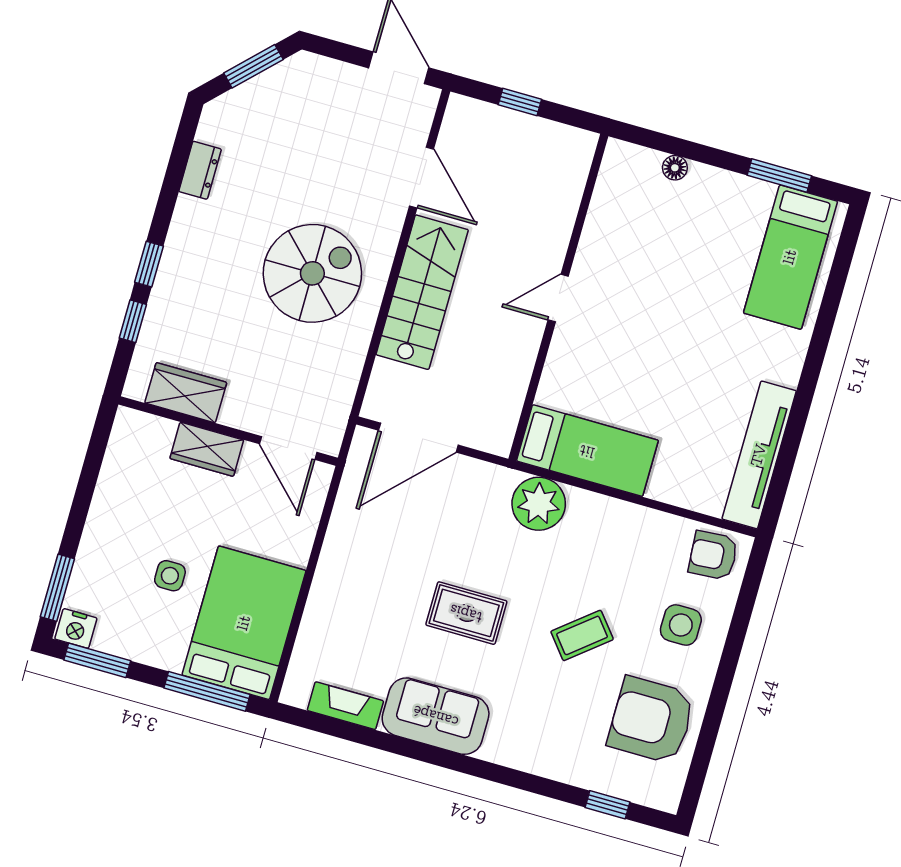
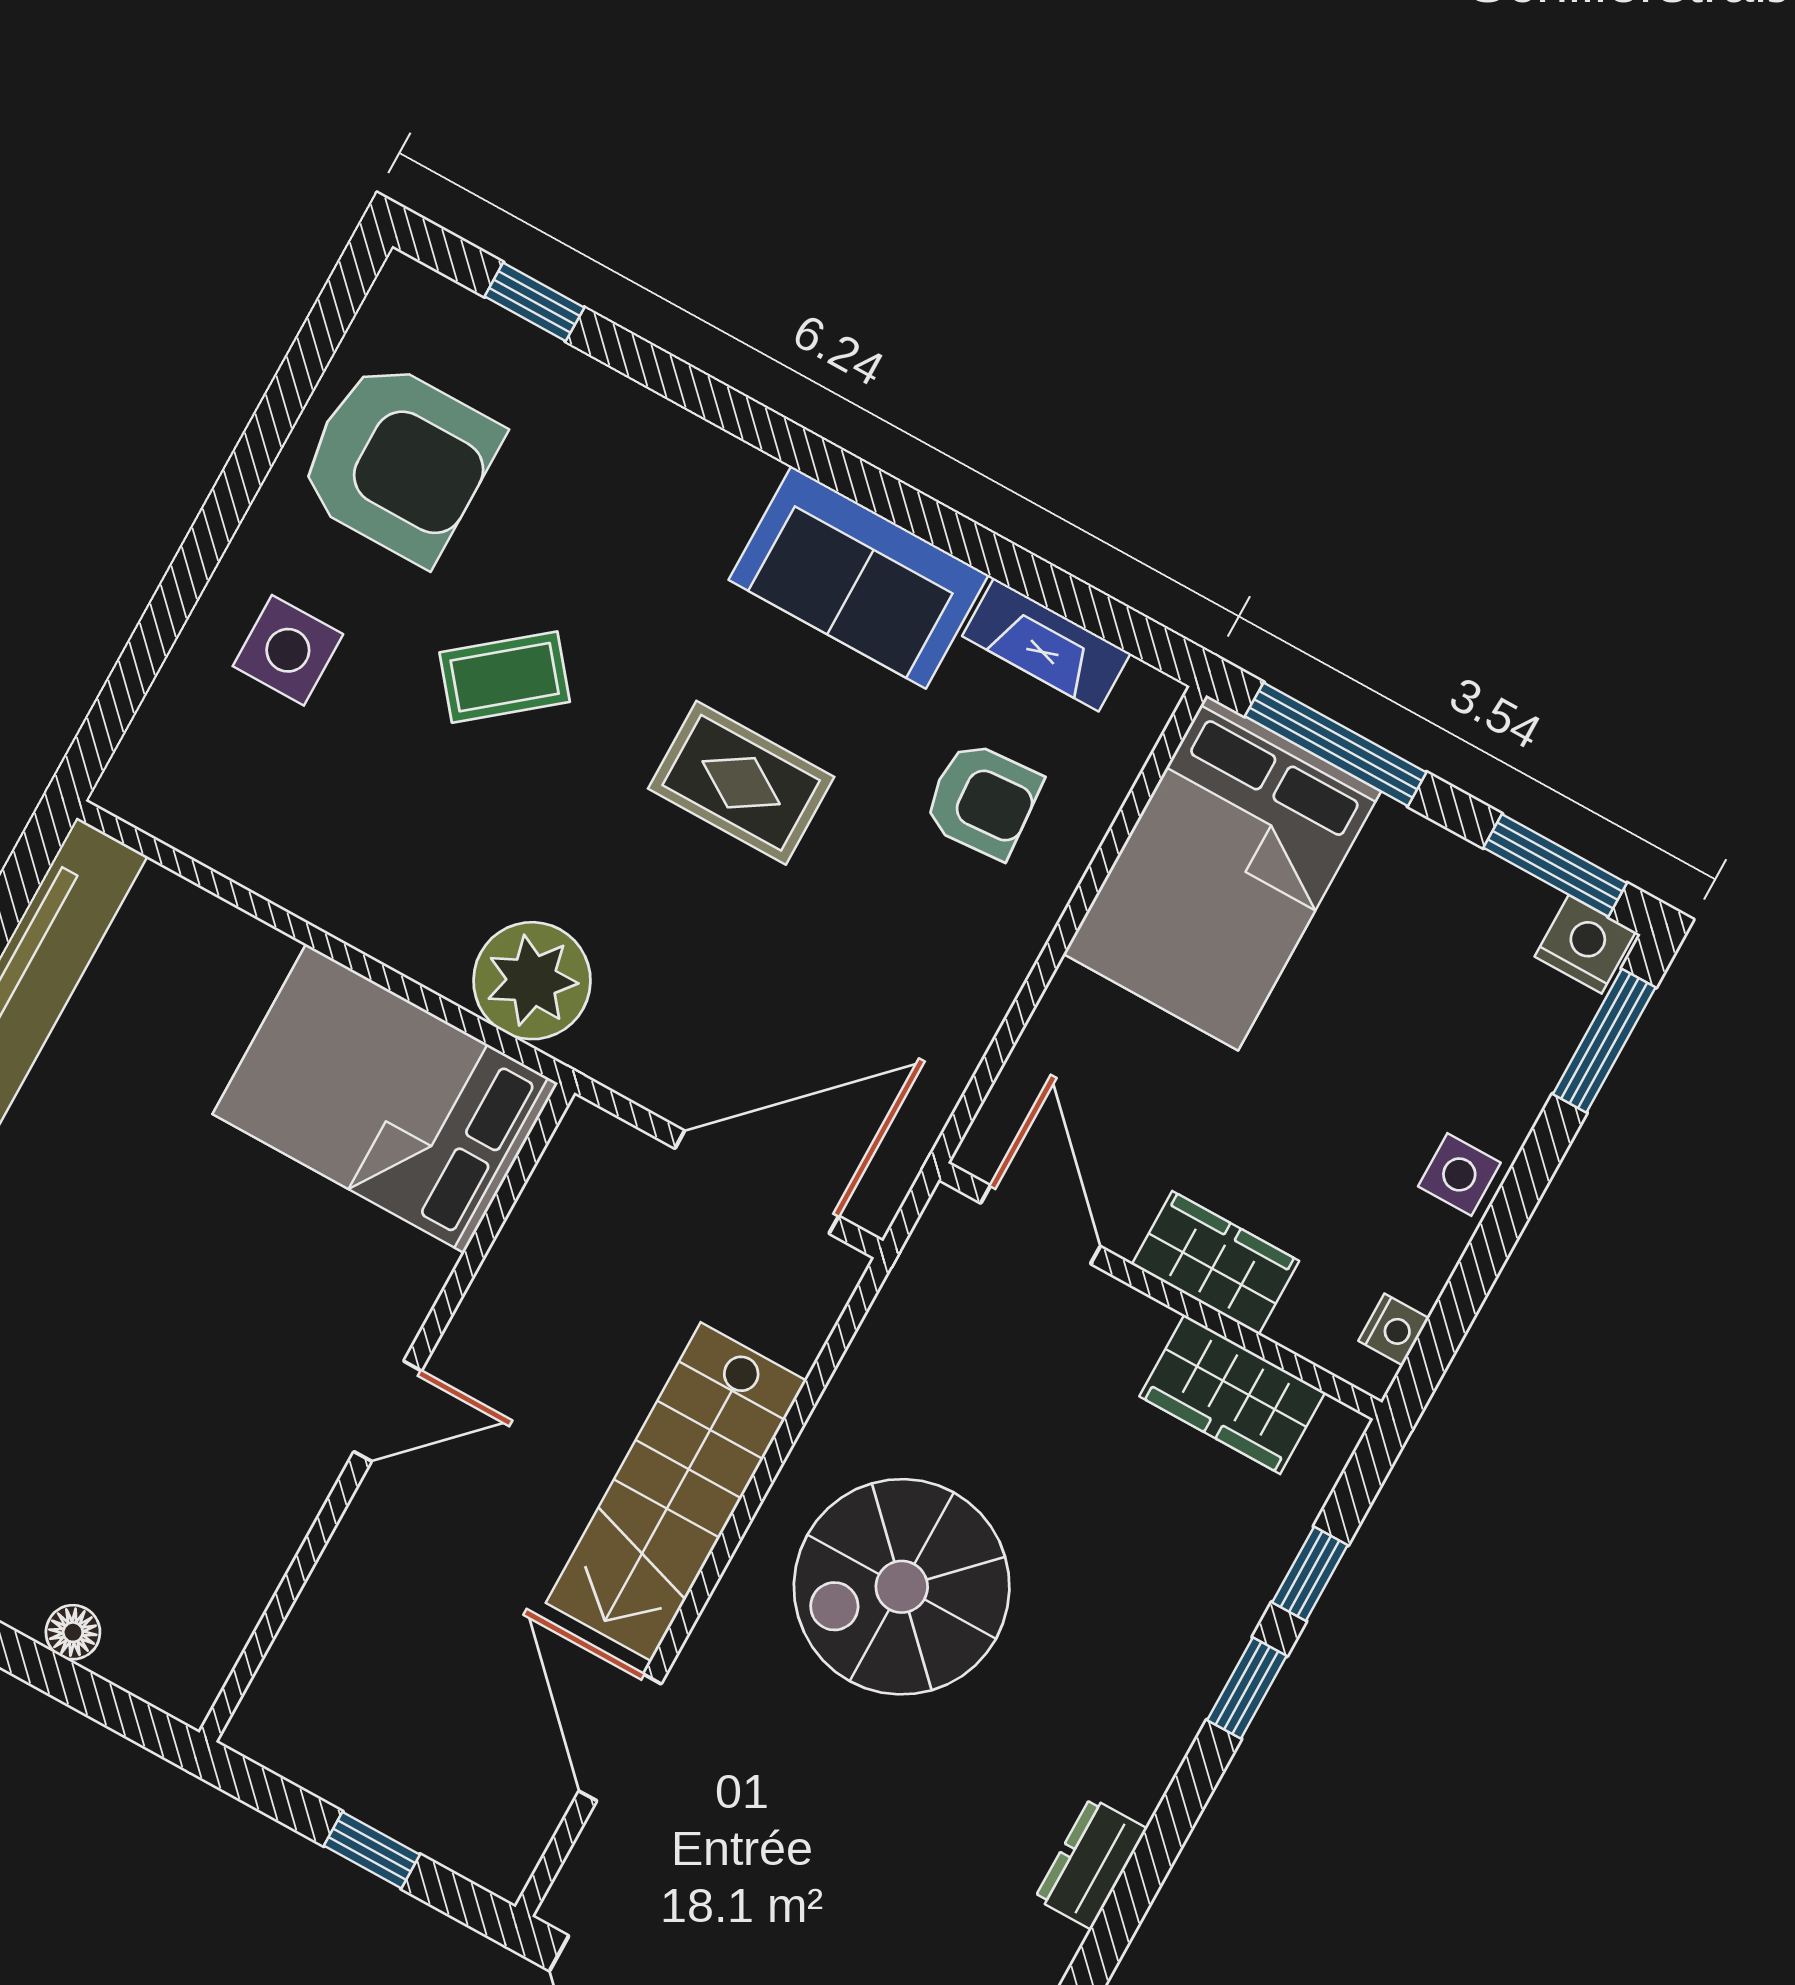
nightstand: (121, 438) -> (1394, 1329), added
bed: (587, 451) -> (385, 1099), width x1.50
armchair: (713, 555) -> (982, 800), moved
side table: (170, 576) -> (1459, 1174), moved

